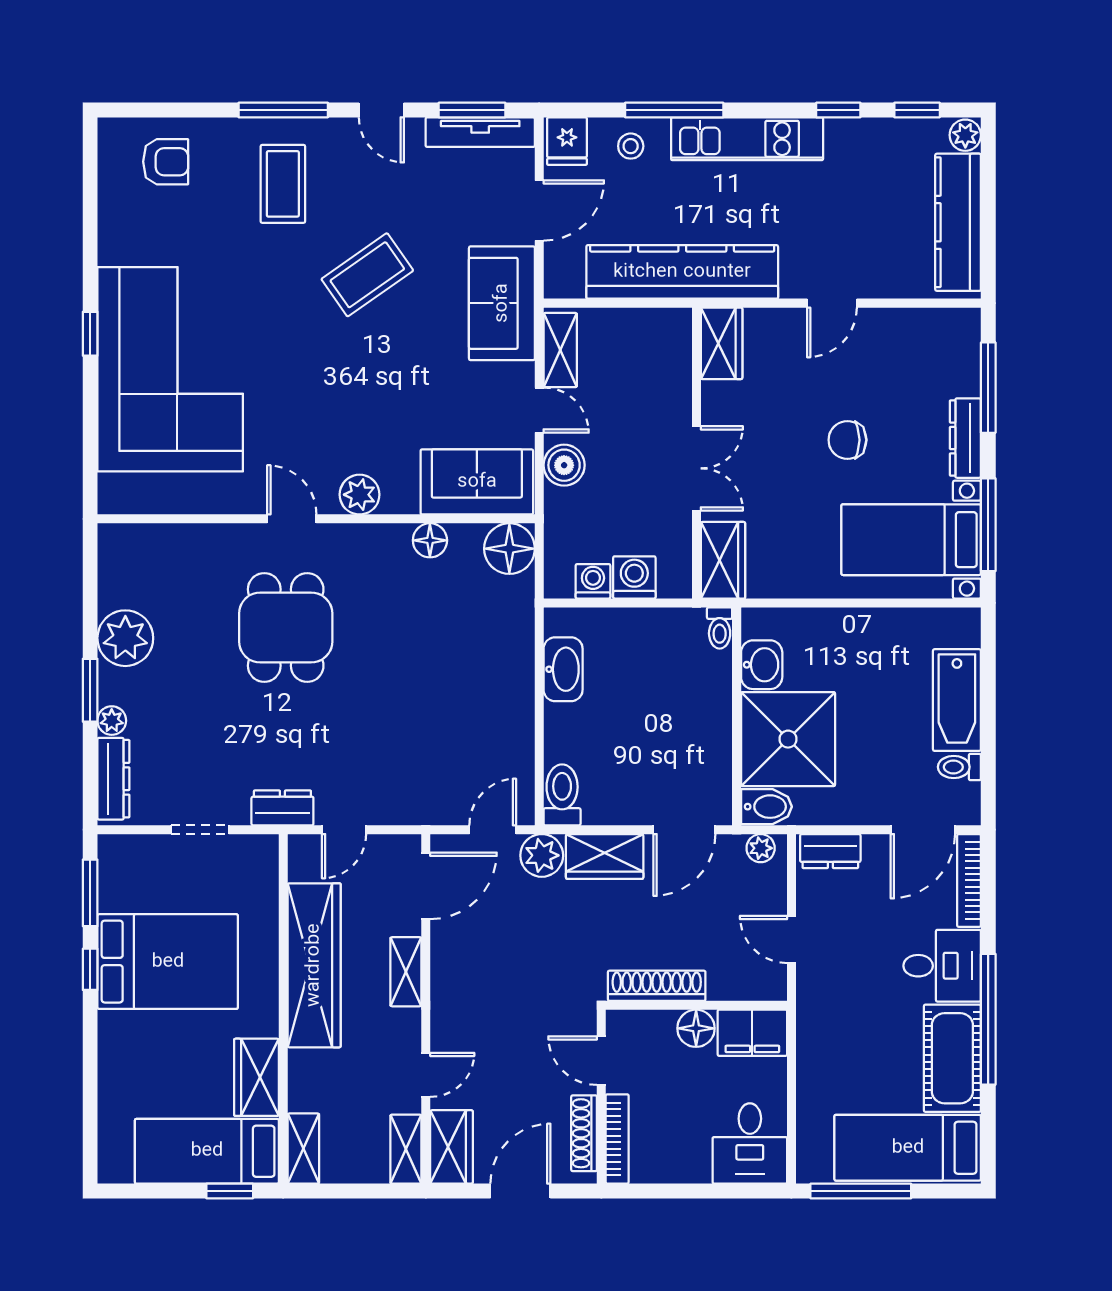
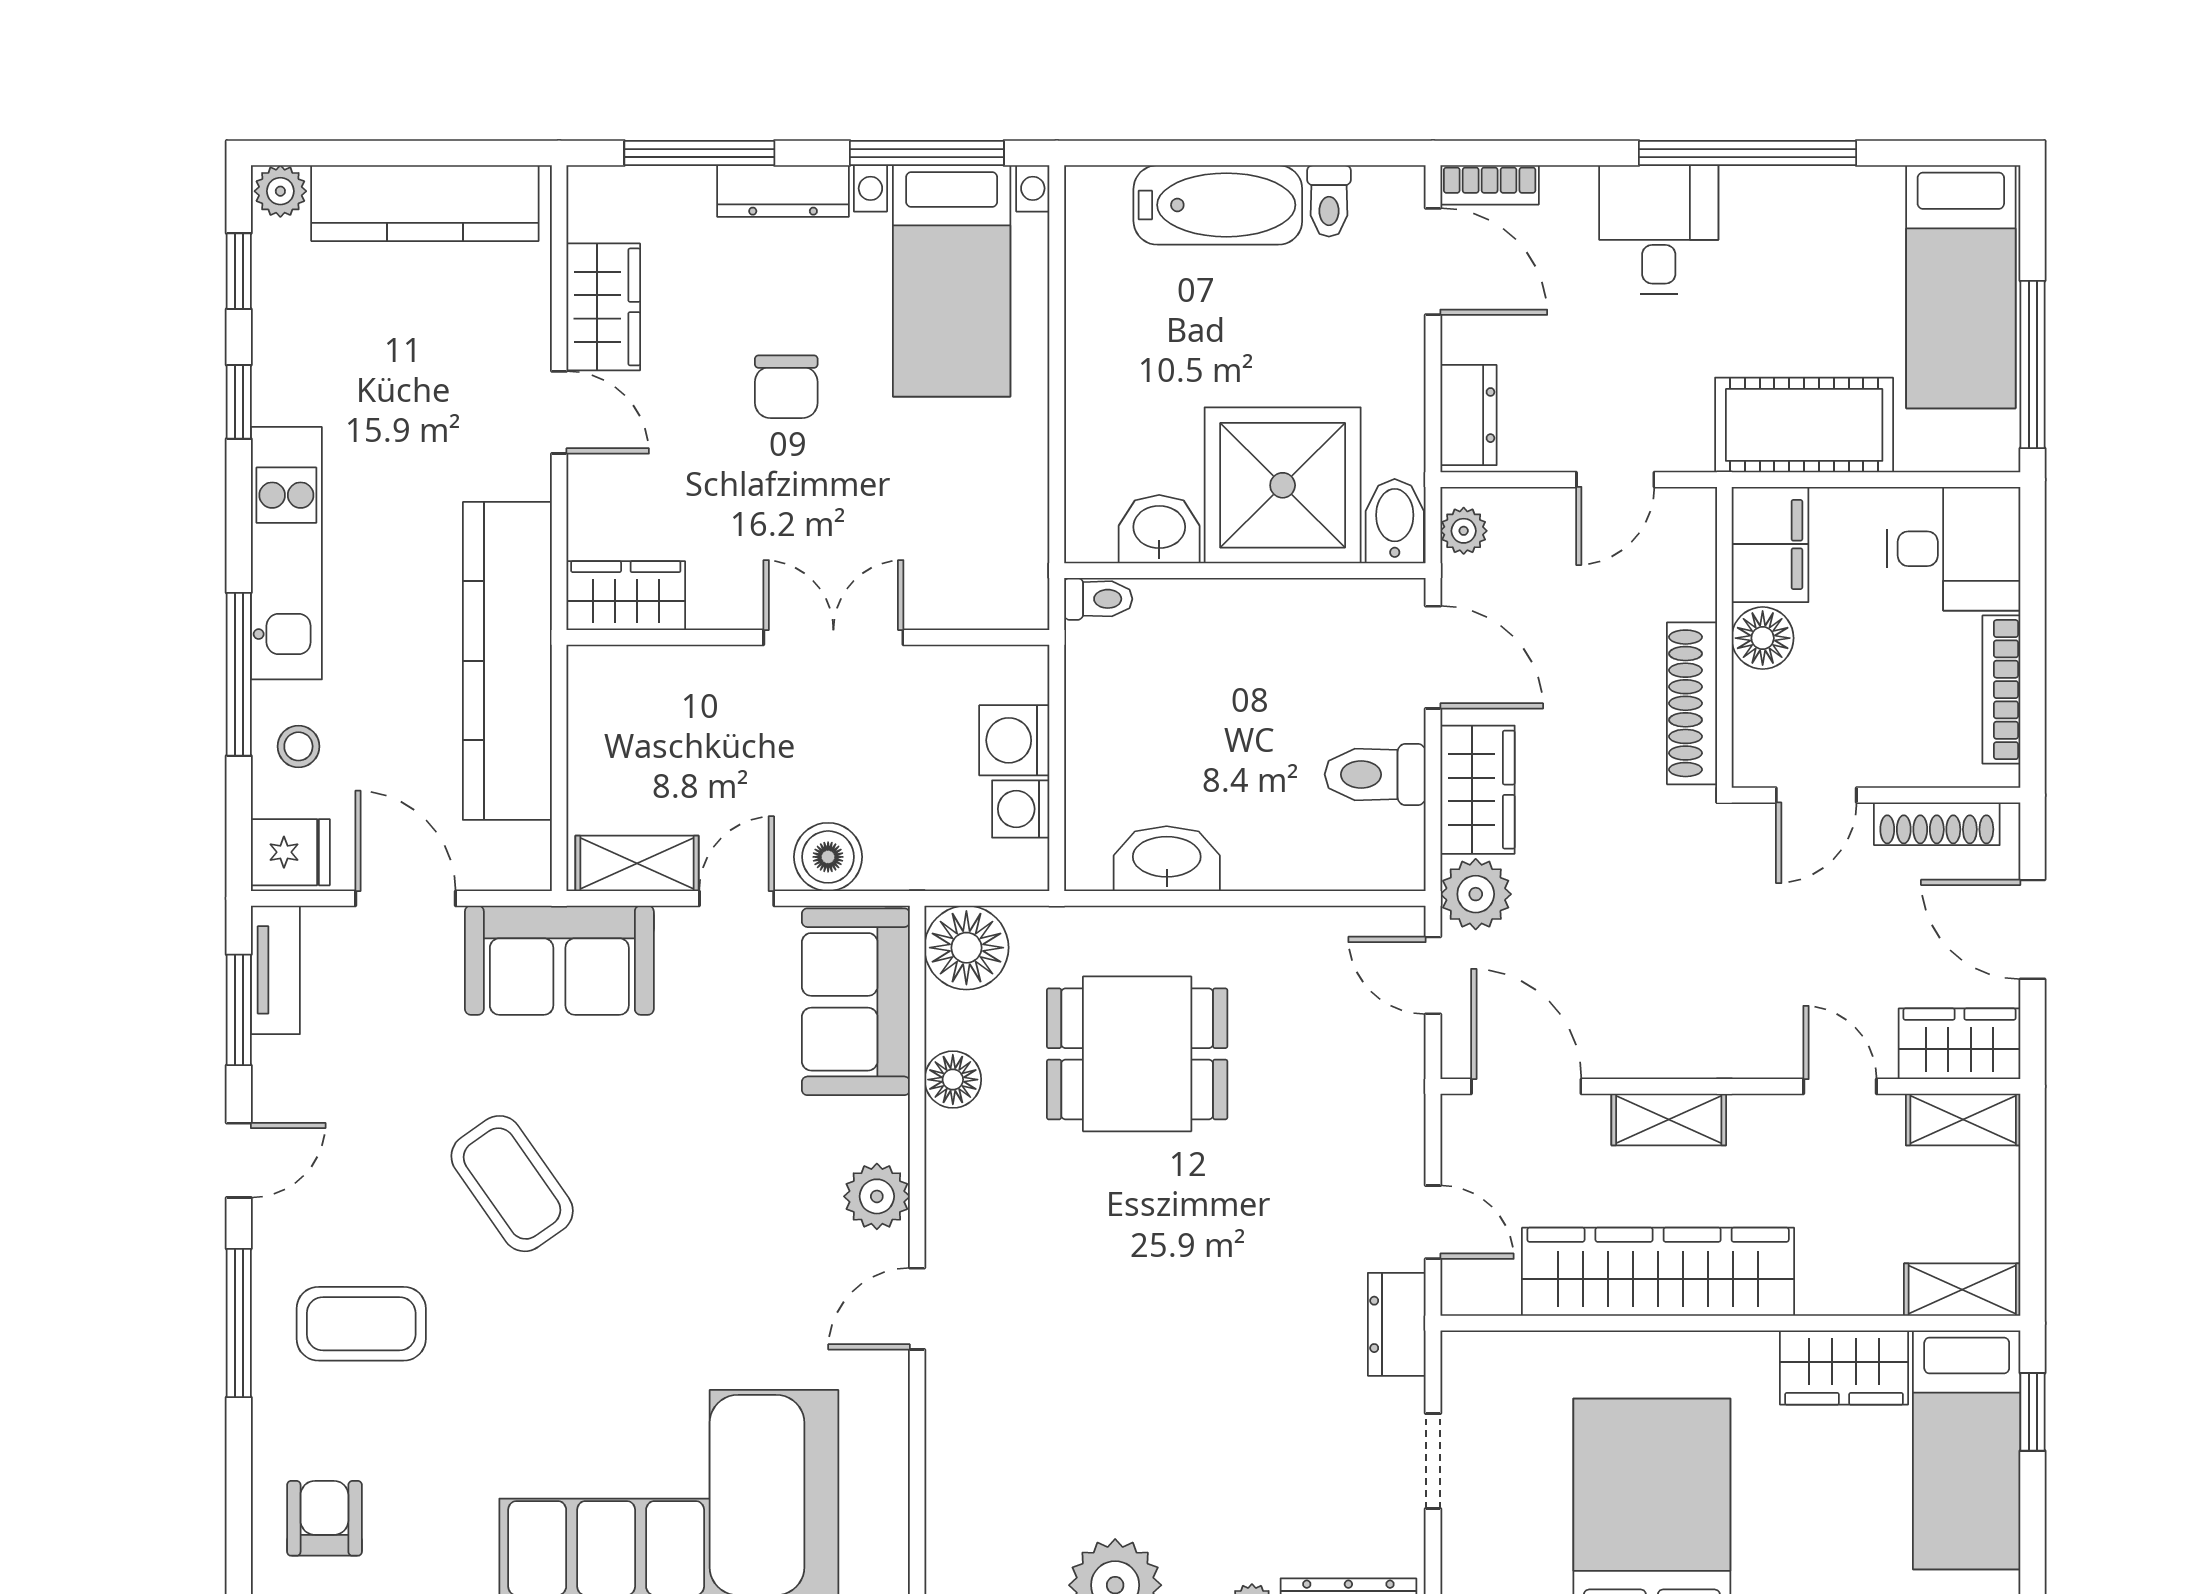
tv unit: (480, 132) -> (275, 970), width x0.71
wardrobe: (723, 560) -> (603, 307), moved, turned 90
dining table: (286, 628) -> (1137, 1054), moved
toilet: (562, 795) -> (1375, 774), moved
bookcase: (969, 880) -> (1490, 185), width x0.64
cot: (952, 1058) -> (1804, 425), moved
bookcase: (617, 1139) -> (2001, 690), moved, turned -90

